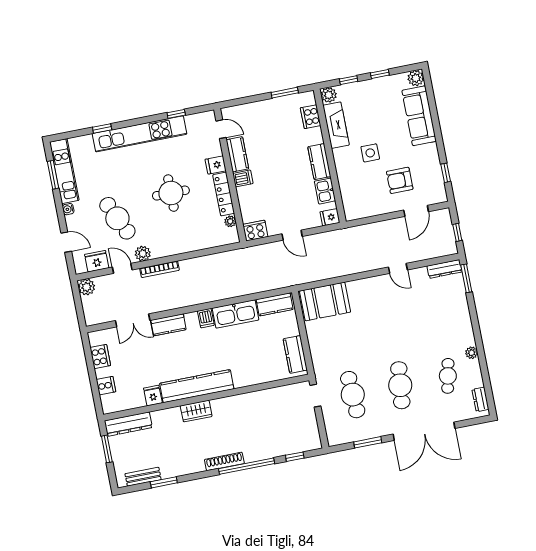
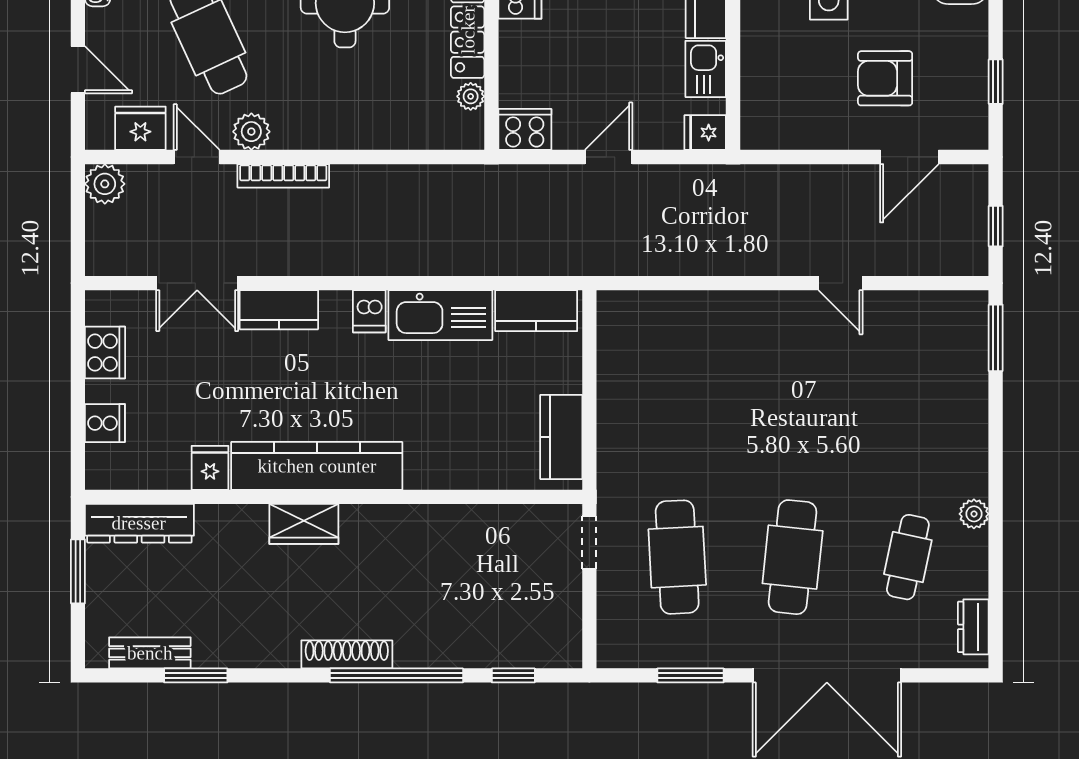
door: (292, 235) -> (609, 157), swing flipped
dresser: (444, 269) -> (949, 306), removed
booth: (325, 301) -> (655, 327), removed

